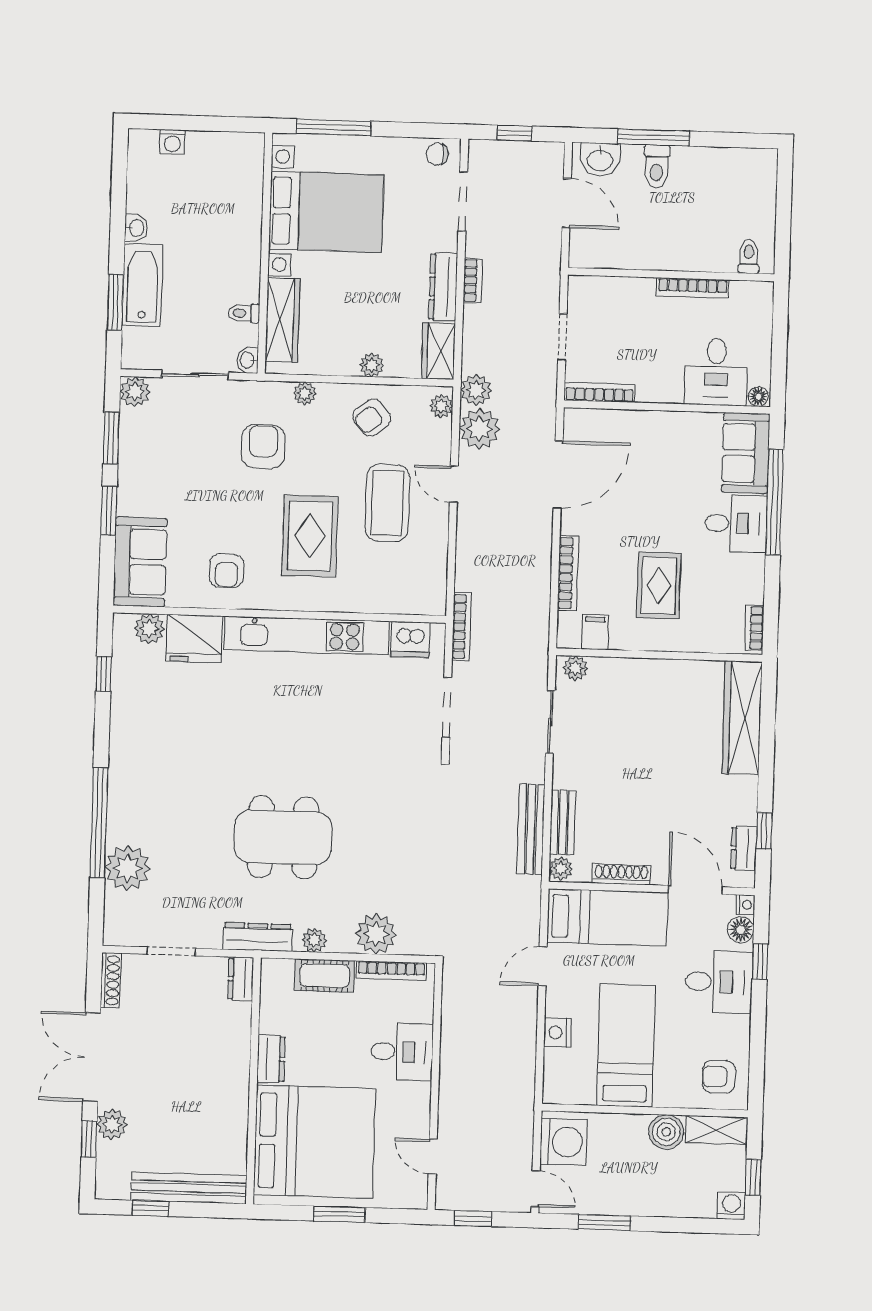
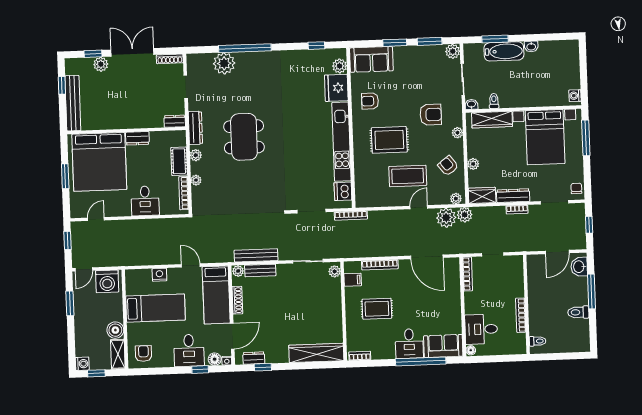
washing machine: (172, 142) -> (575, 96), moved
toilet: (657, 166) -> (578, 312), moved
plant: (376, 934) -> (196, 180), width x0.53, depth x0.53

